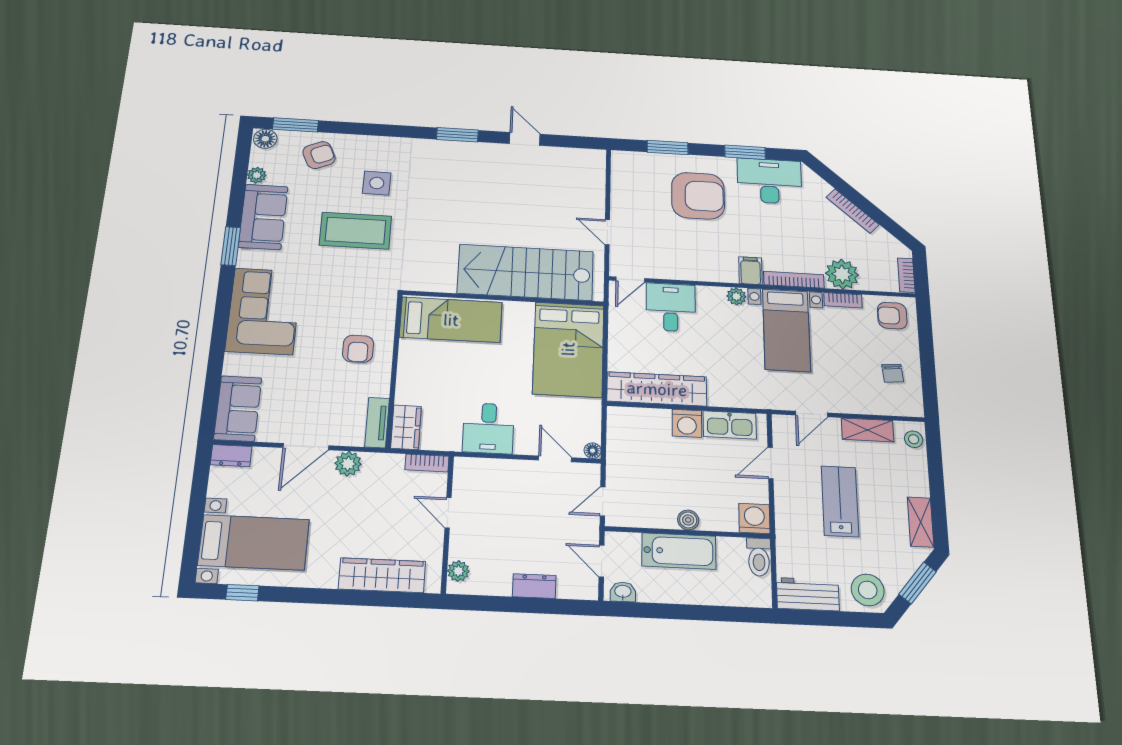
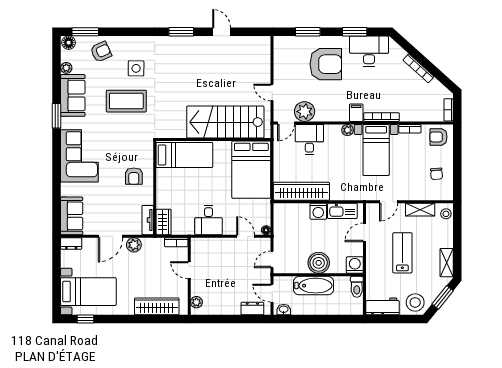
plant: (842, 274) -> (305, 112), moved
boiler: (688, 520) -> (319, 263), width x1.86, depth x1.86
dresser: (534, 586) -> (252, 309), moved

